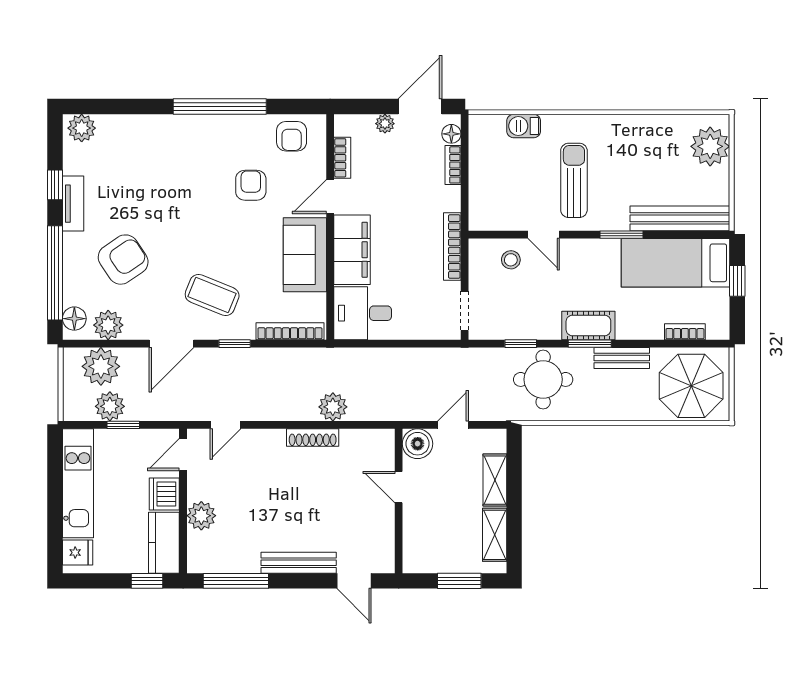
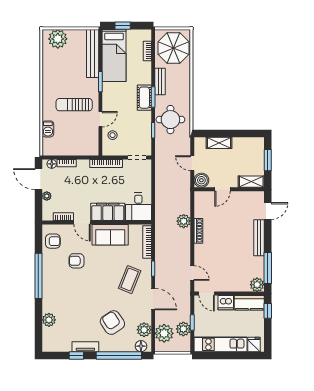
plant: (82, 128) -> (49, 320), moved
plant: (201, 516) -> (257, 285), moved
shelving: (495, 535) -> (251, 182), moved

